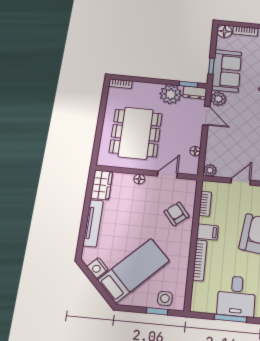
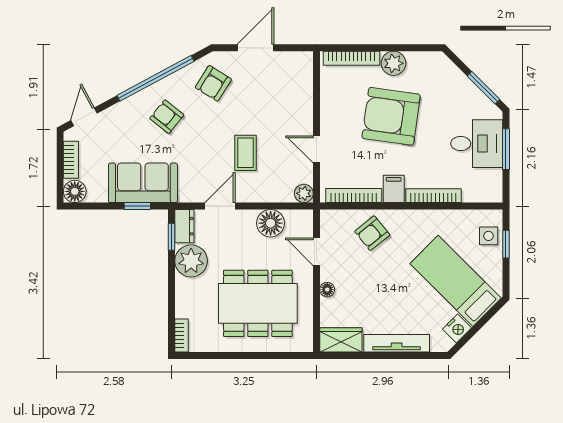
plant: (218, 99) -> (191, 191), removed
coffee table: (242, 135) -> (246, 153), added
floor lamp: (195, 151) -> (271, 223), width x1.89, depth x1.89
bookcase: (205, 204) -> (354, 196), width x1.56

